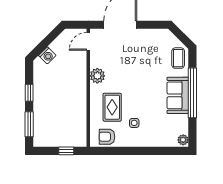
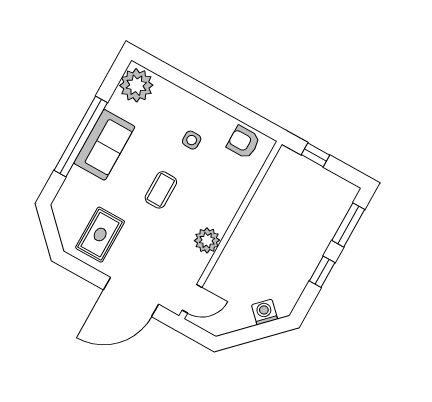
coffee table: (178, 58) -> (161, 190), moved
rug: (112, 107) -> (100, 235), moved
armchair: (107, 137) -> (243, 142), turned 180
plant: (183, 140) -> (136, 85), width x1.87, depth x1.87

